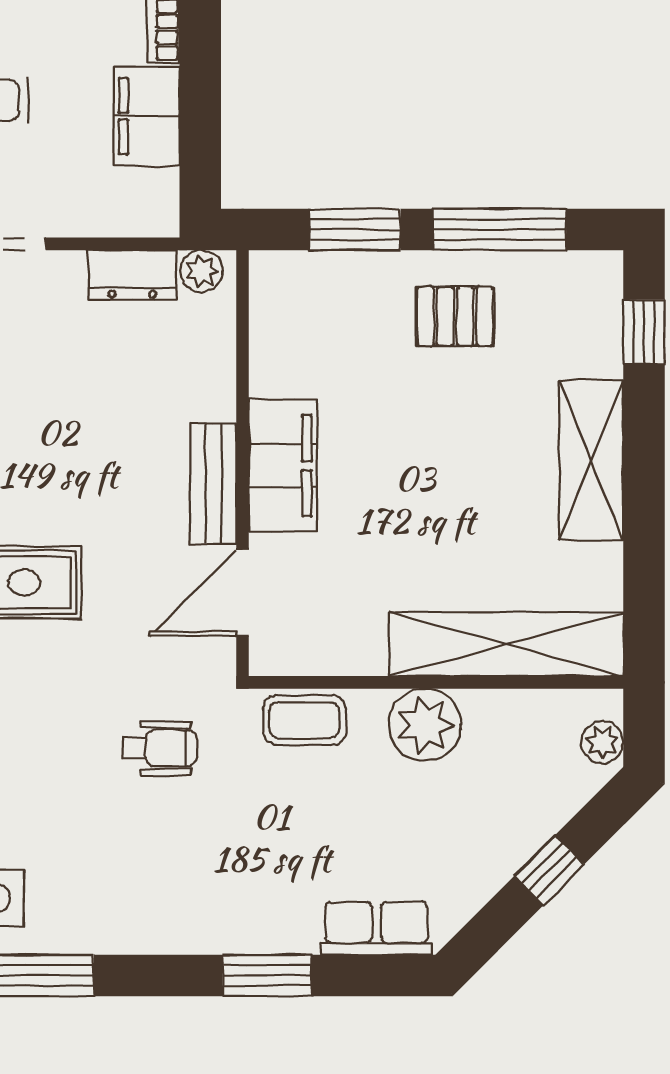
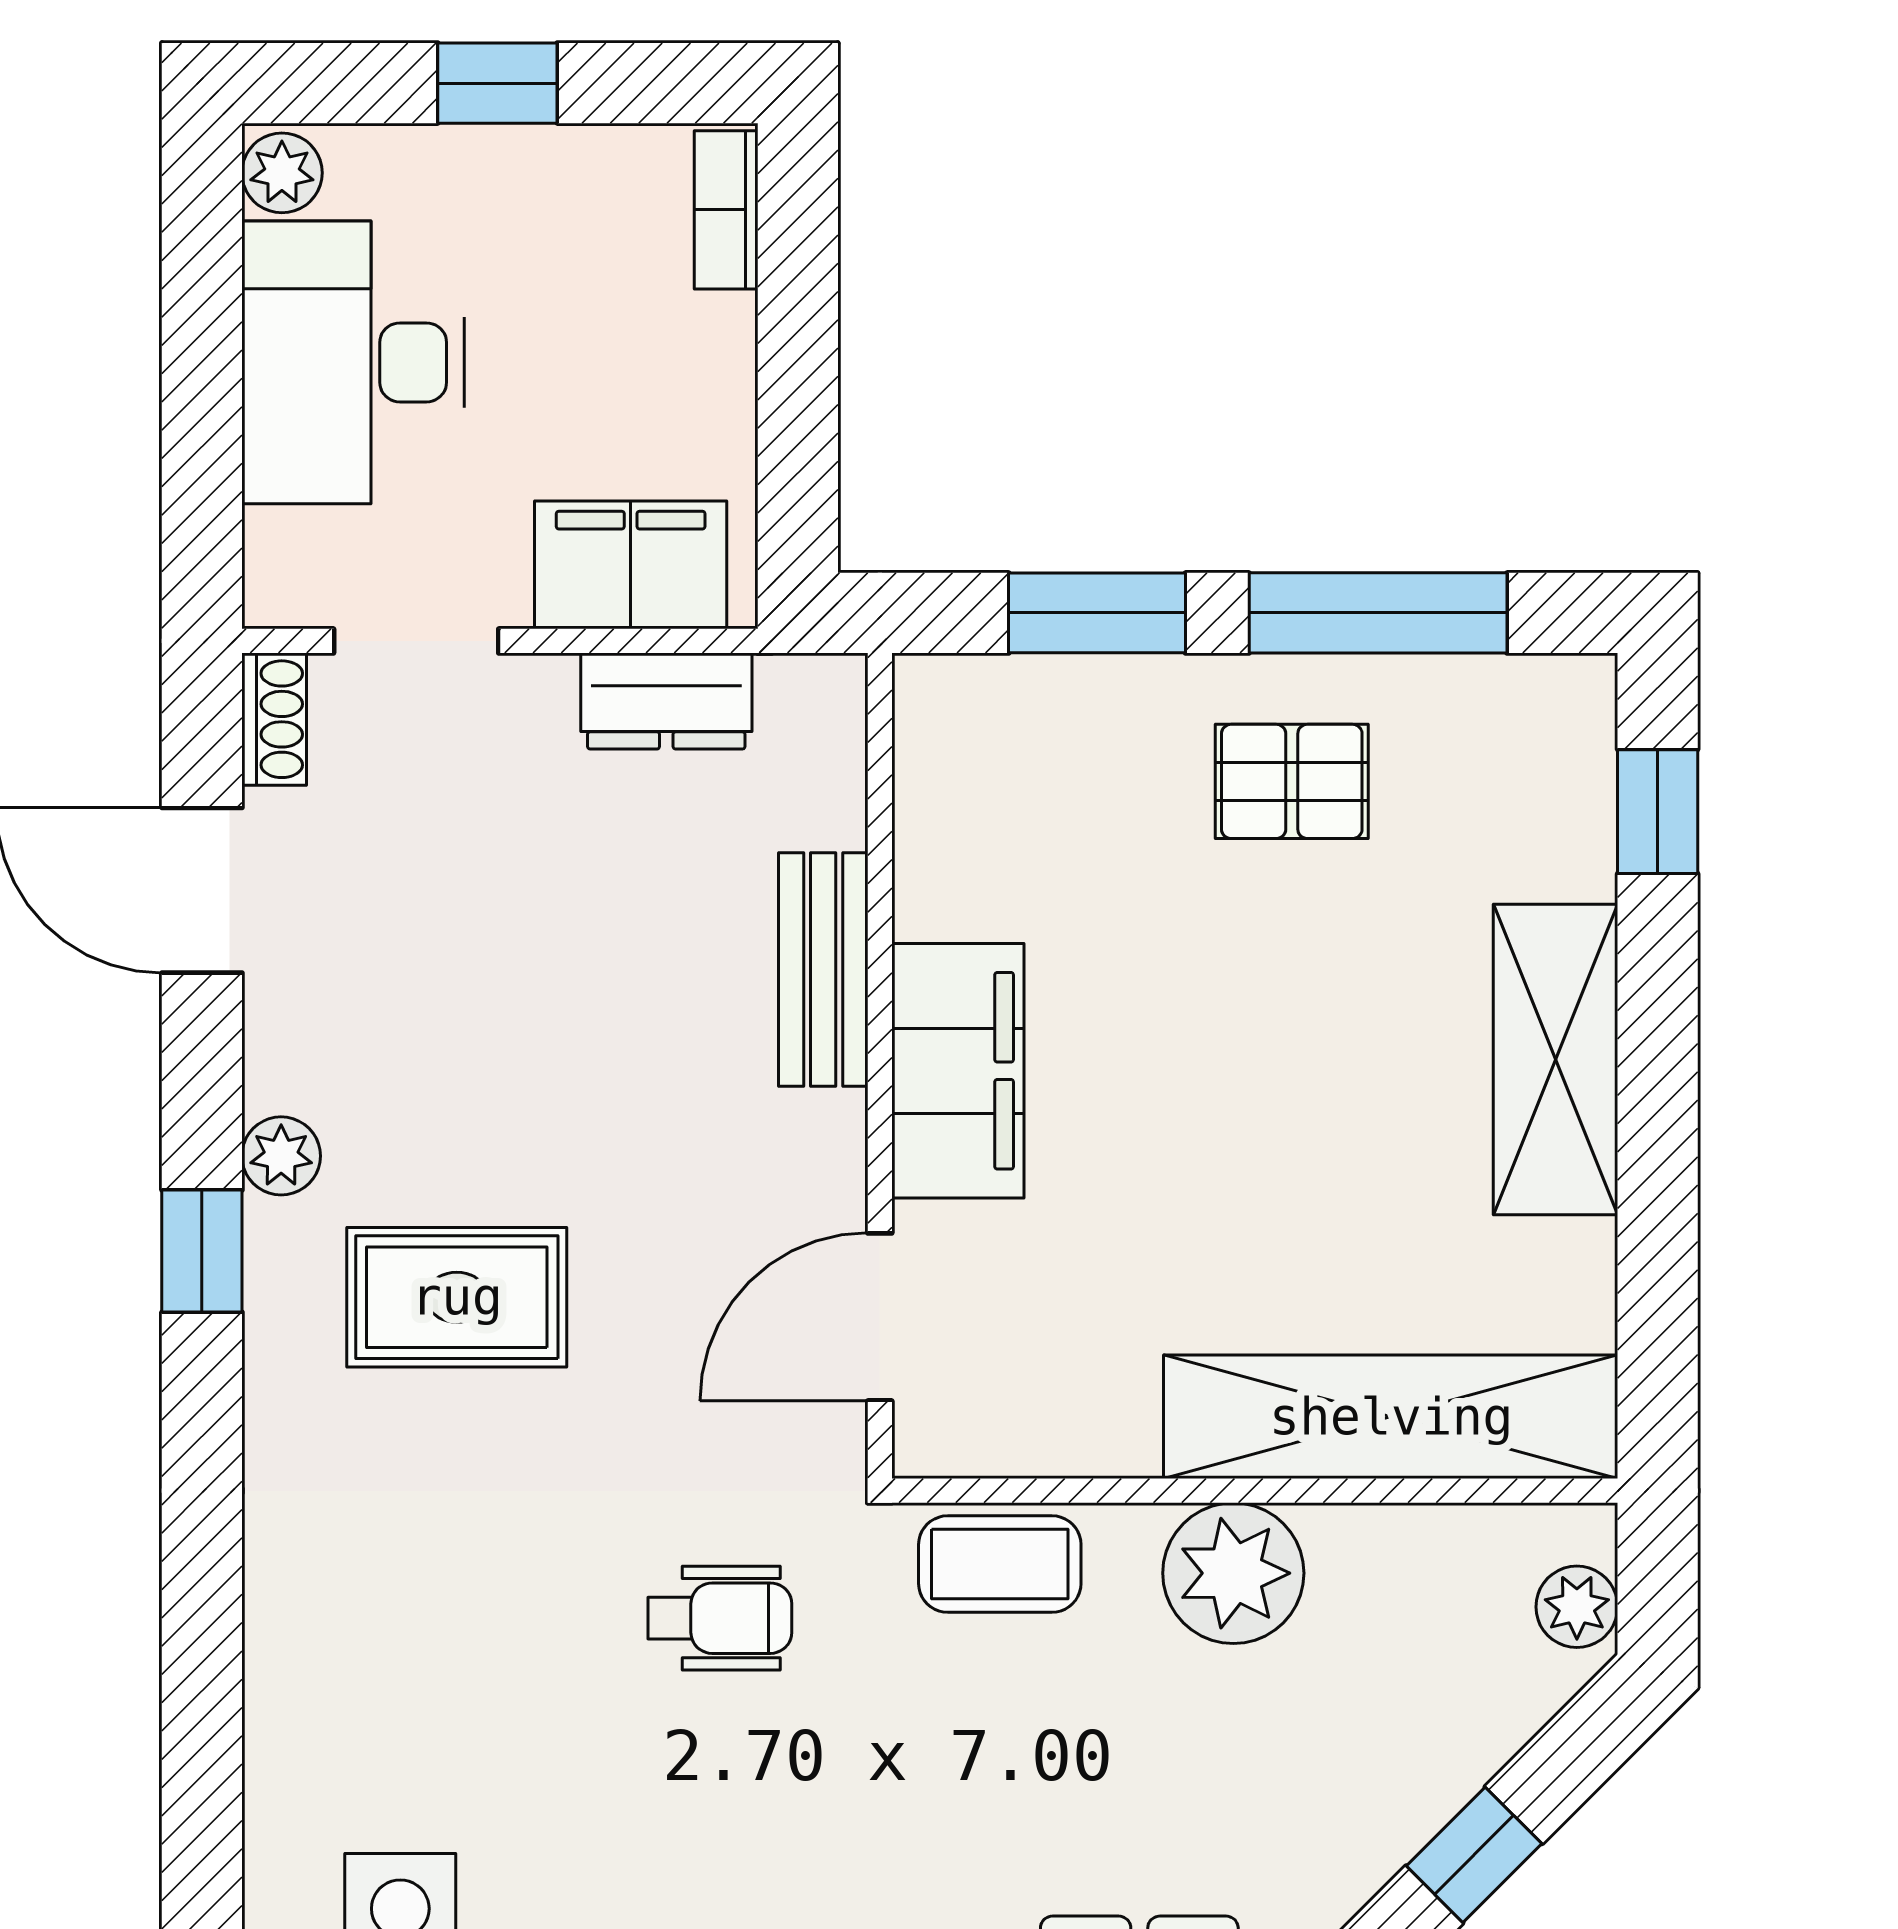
filing cabinet: (147, 116) -> (631, 565), moved, turned 90
plant: (202, 271) -> (800, 694), removed
bench: (213, 483) -> (823, 970), moved

